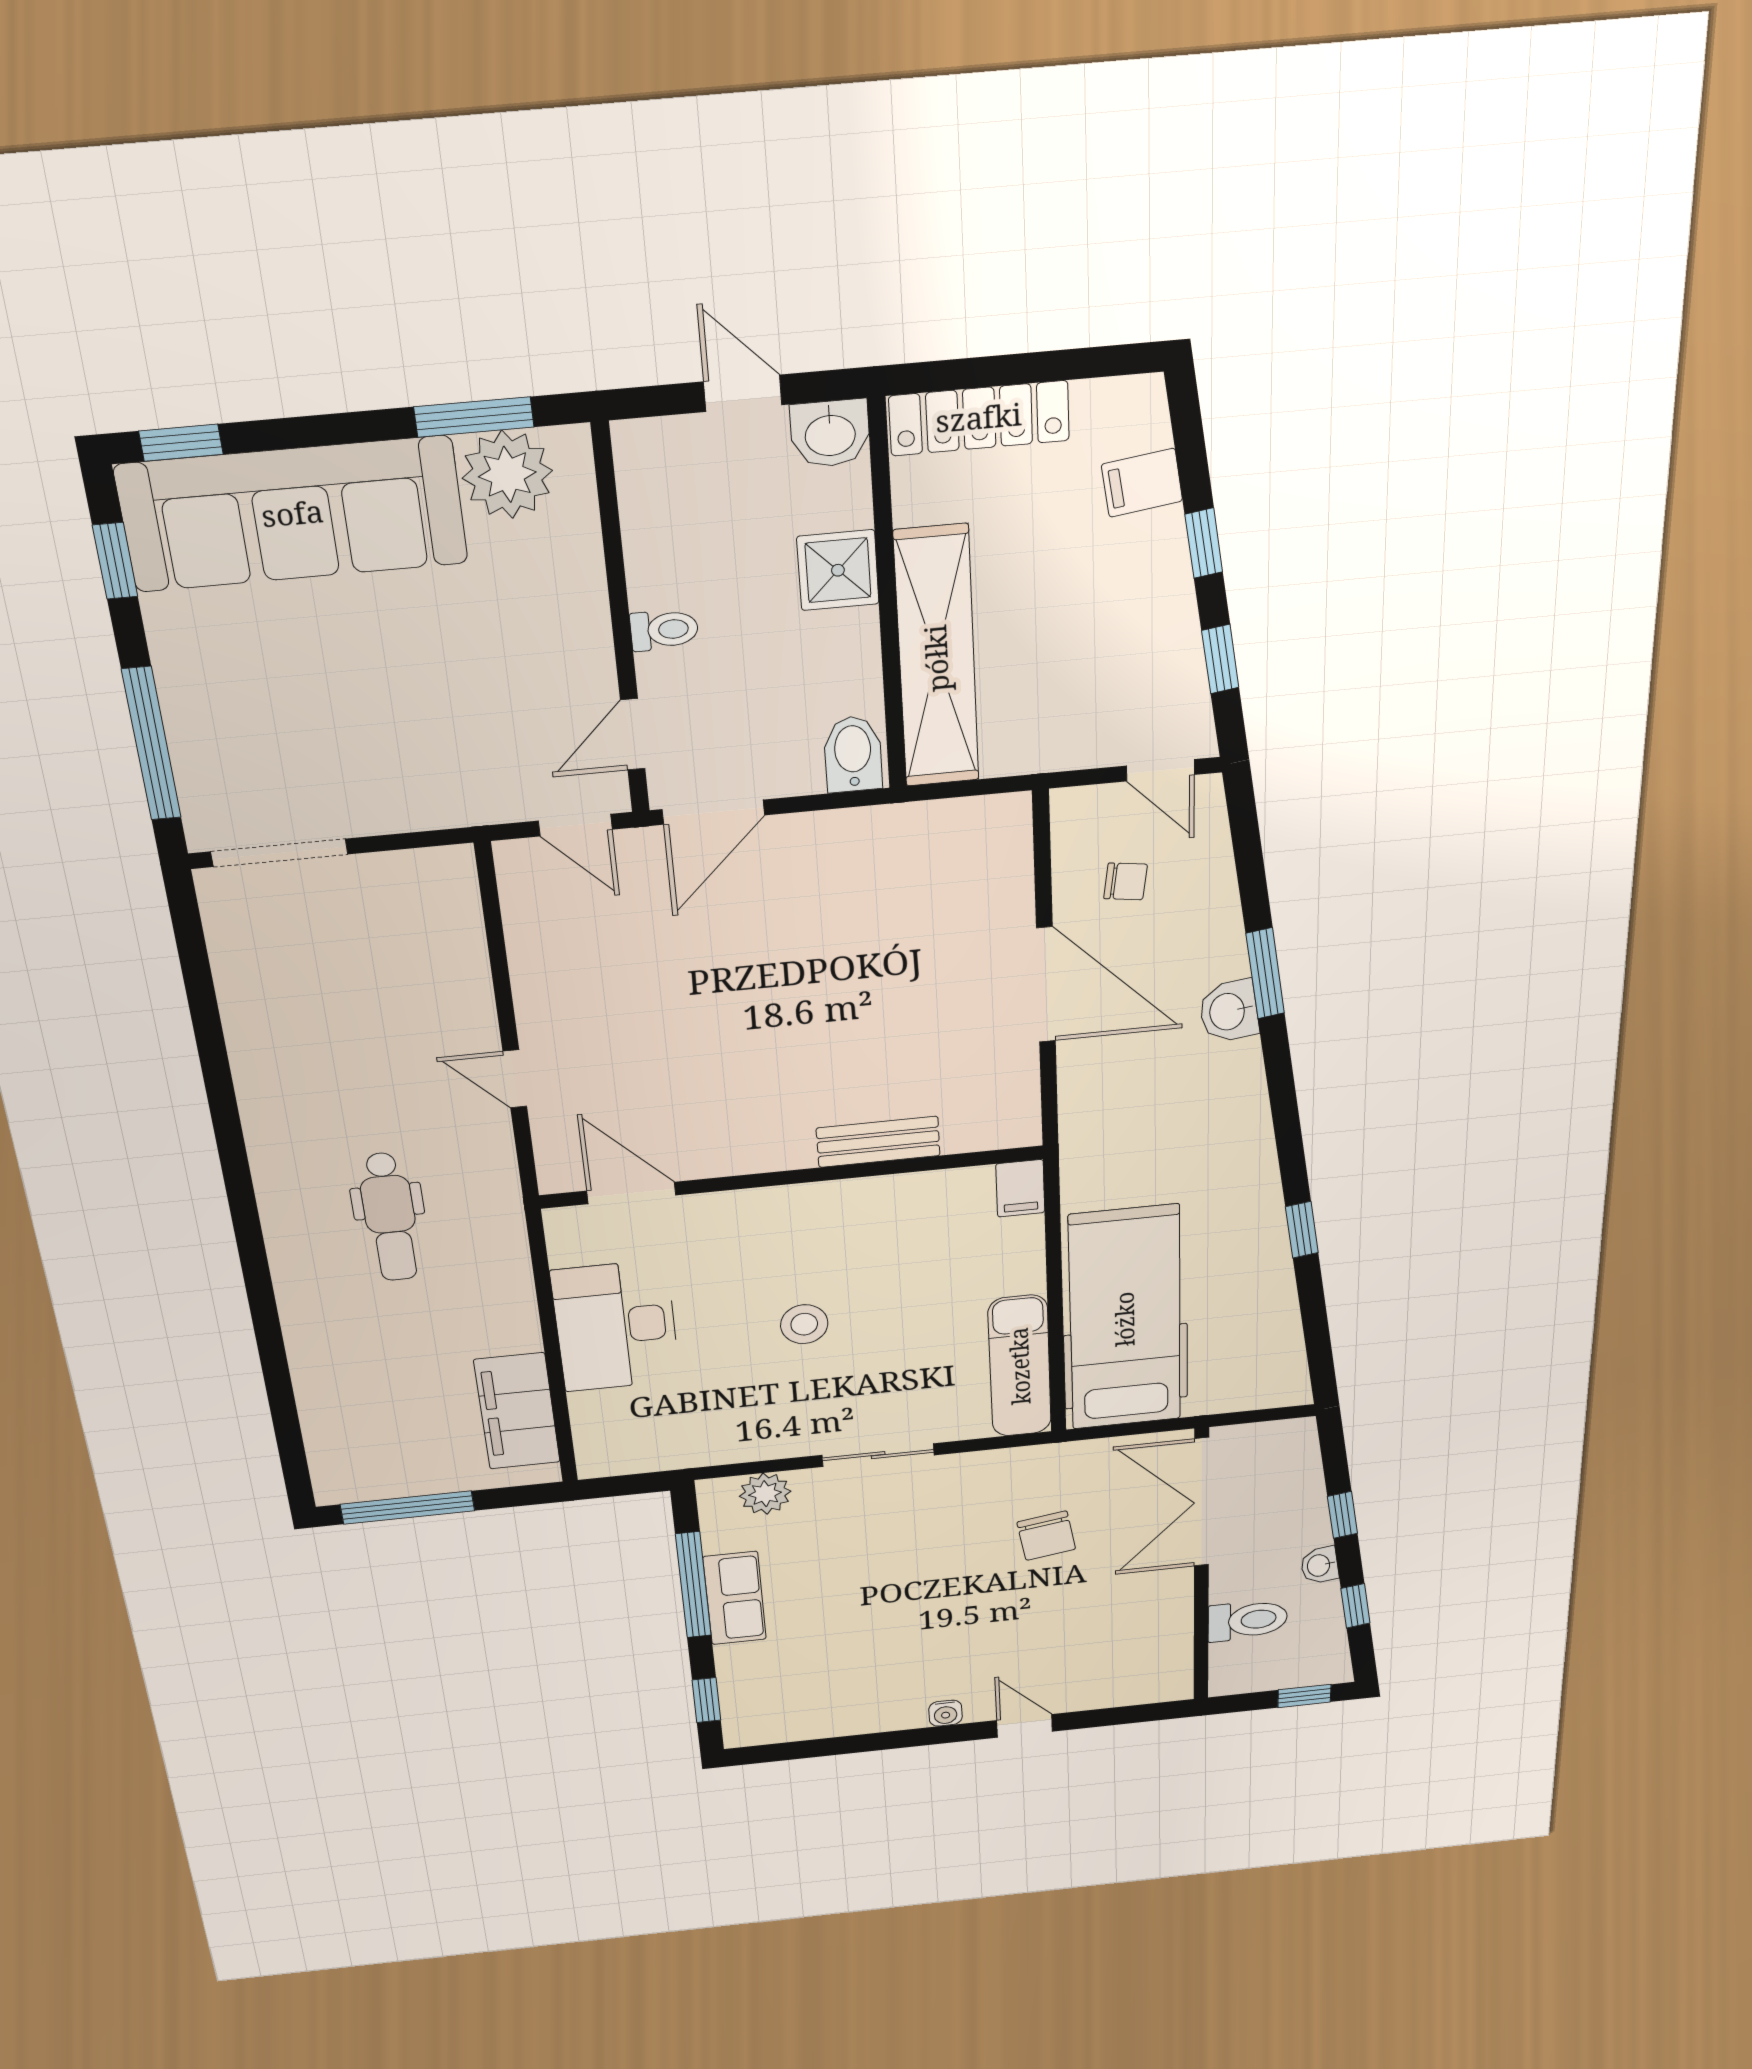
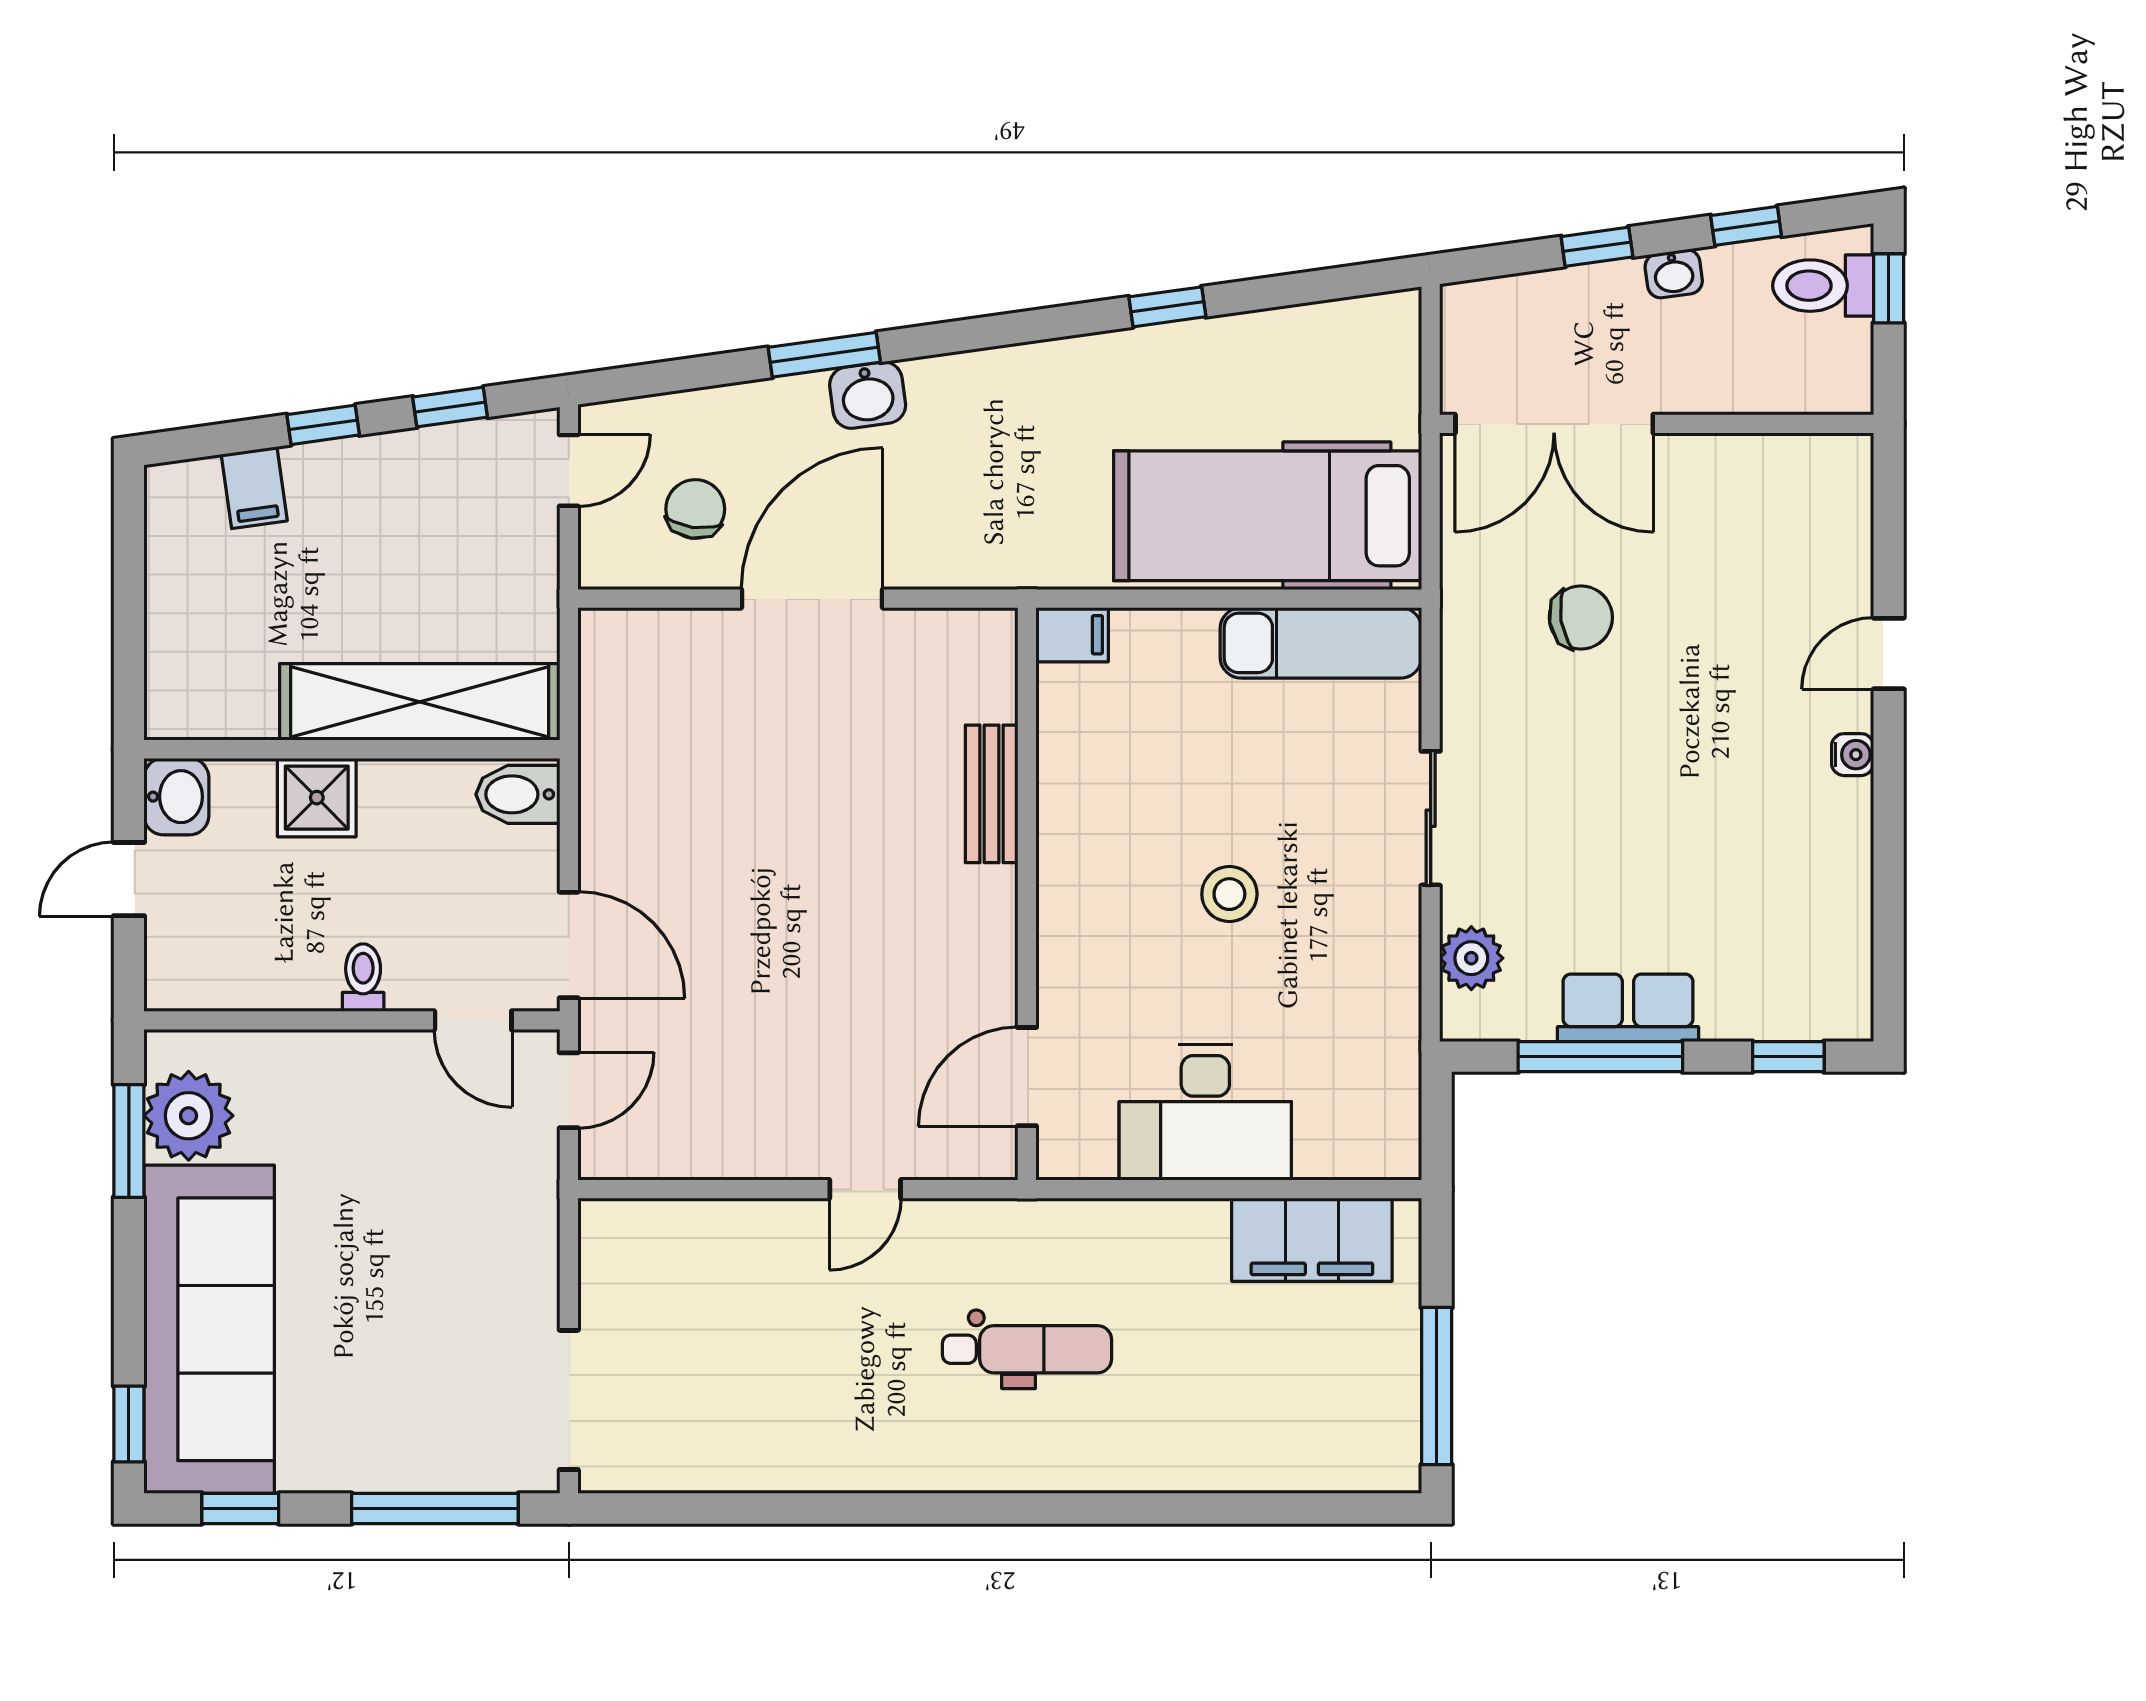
locker: (979, 418) -> (174, 649), removed
chair: (1126, 881) -> (695, 509), width x1.37, depth x1.37
toilet: (1248, 1620) -> (1823, 286), moved, turned -90

